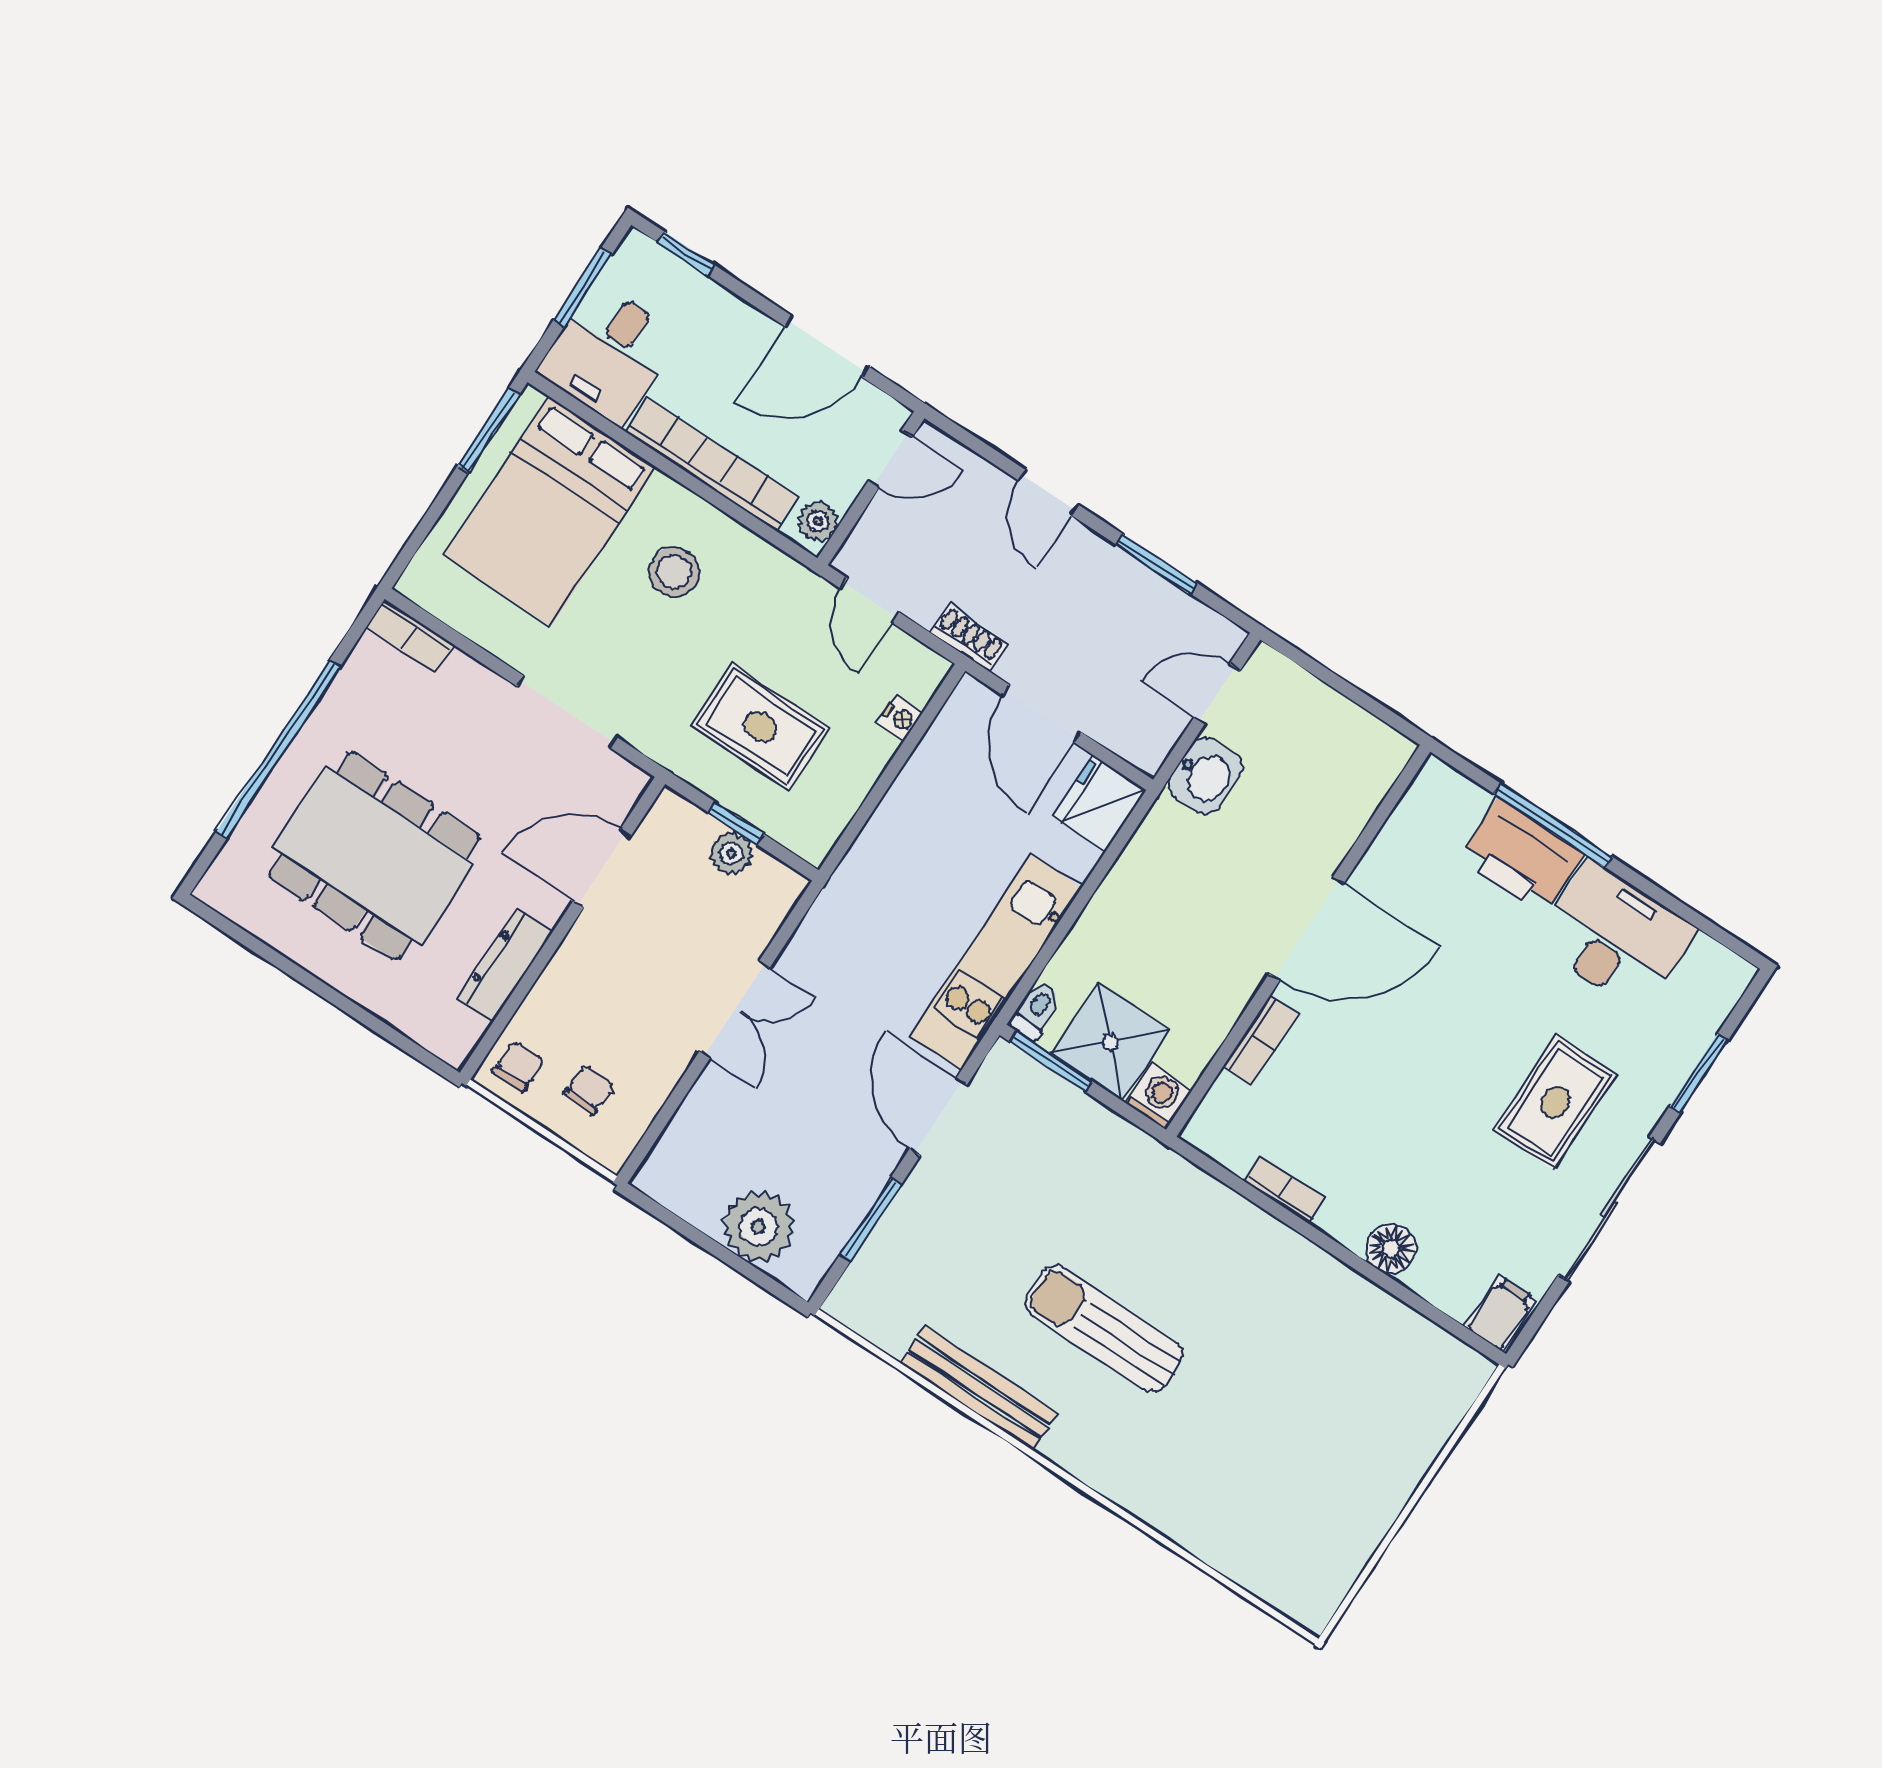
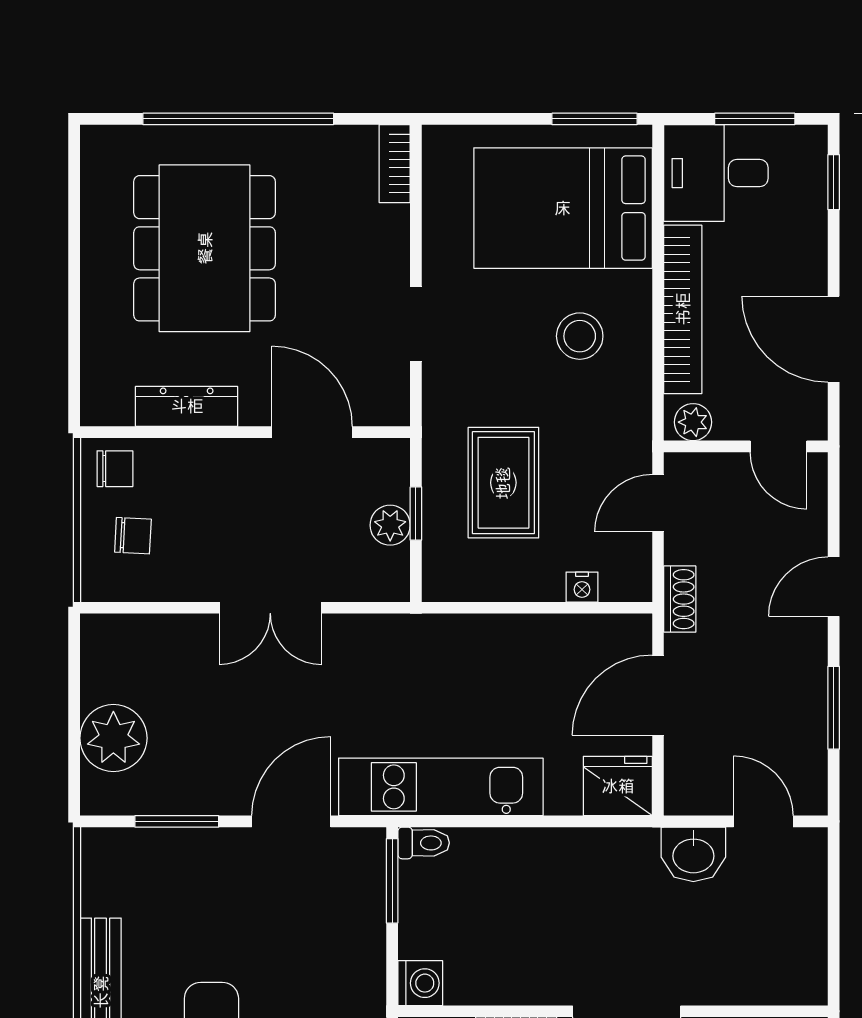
doorway: (567, 712) -> (416, 324), width x0.73
shower: (1110, 1042) -> (438, 917), removed

